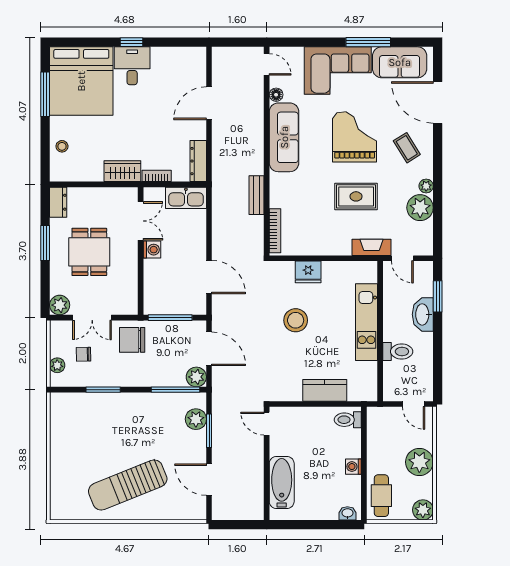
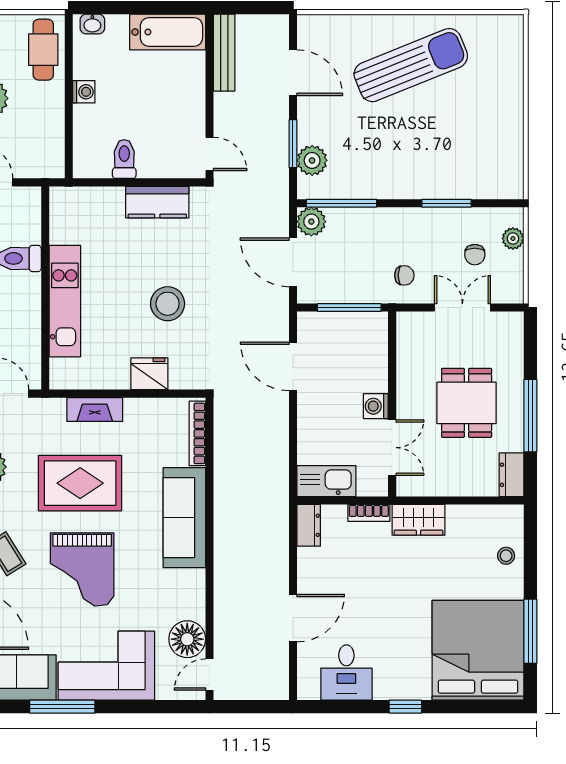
door: (267, 64) -> (210, 675), hinge flipped
desk: (132, 66) -> (346, 672), moved
floor lamp: (276, 95) -> (187, 639), width x1.89, depth x1.89
sofa: (284, 137) -> (184, 518), moved
dresser: (198, 161) -> (309, 525), width x0.70
bench: (257, 195) -> (224, 53), moved, width x1.36
rug: (356, 196) -> (80, 483), width x1.36, depth x1.43
double door: (141, 221) -> (392, 448), swing flipped
window: (45, 243) -> (530, 416), width x1.44
fireplace: (372, 247) -> (95, 409), moved
plant: (60, 305) -> (509, 326), removed
chair: (132, 340) -> (404, 275), width x0.54, depth x0.54
chair: (84, 354) -> (475, 255), turned 91
kitchen counter: (325, 390) -> (157, 202), moved
toilet: (348, 420) -> (124, 159), moved, turned -90
bathtub: (282, 483) -> (168, 32), moved, turned -90

